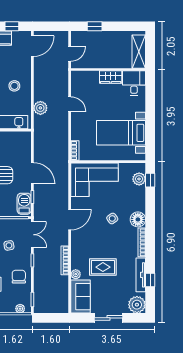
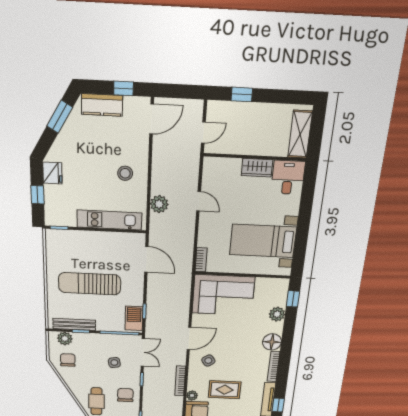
door: (32, 173) -> (146, 259), moved
plant: (139, 179) -> (277, 314), moved
side table: (112, 218) -> (208, 361), moved

